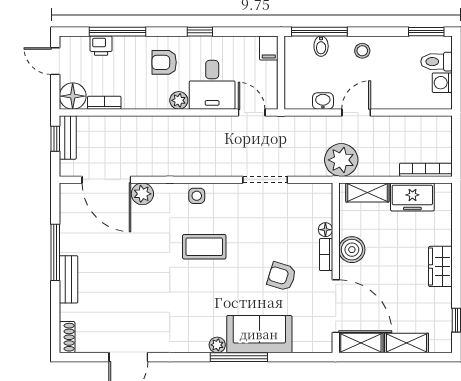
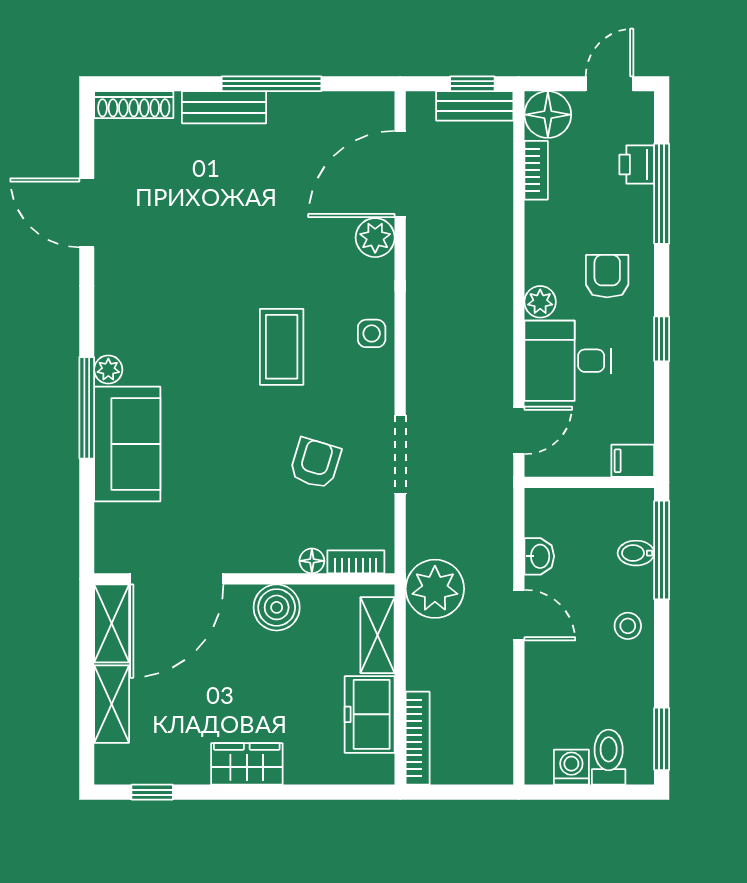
bookcase: (326, 255) -> (356, 562), moved
armchair: (282, 276) -> (315, 463), moved
shoe rack: (67, 337) -> (134, 105), width x1.43

